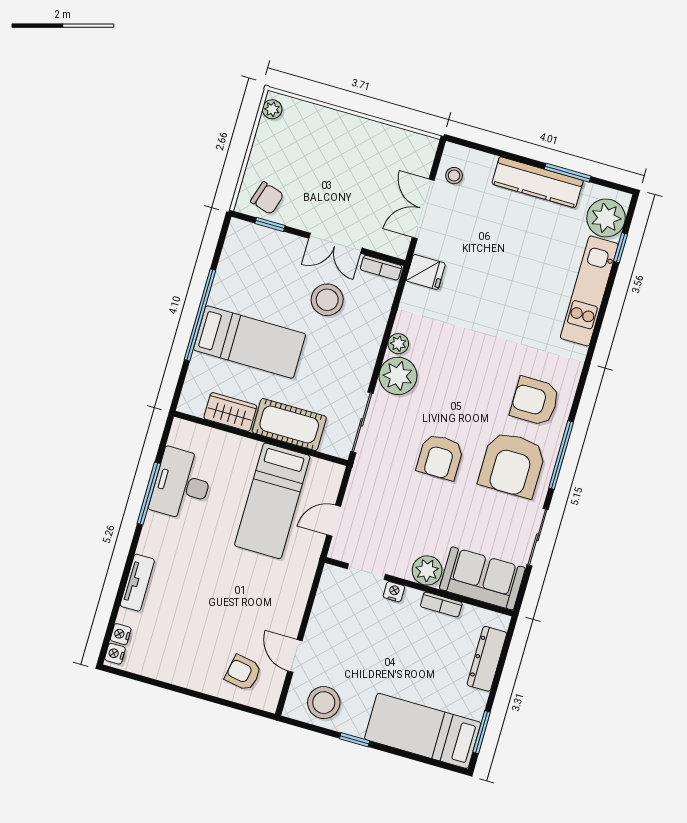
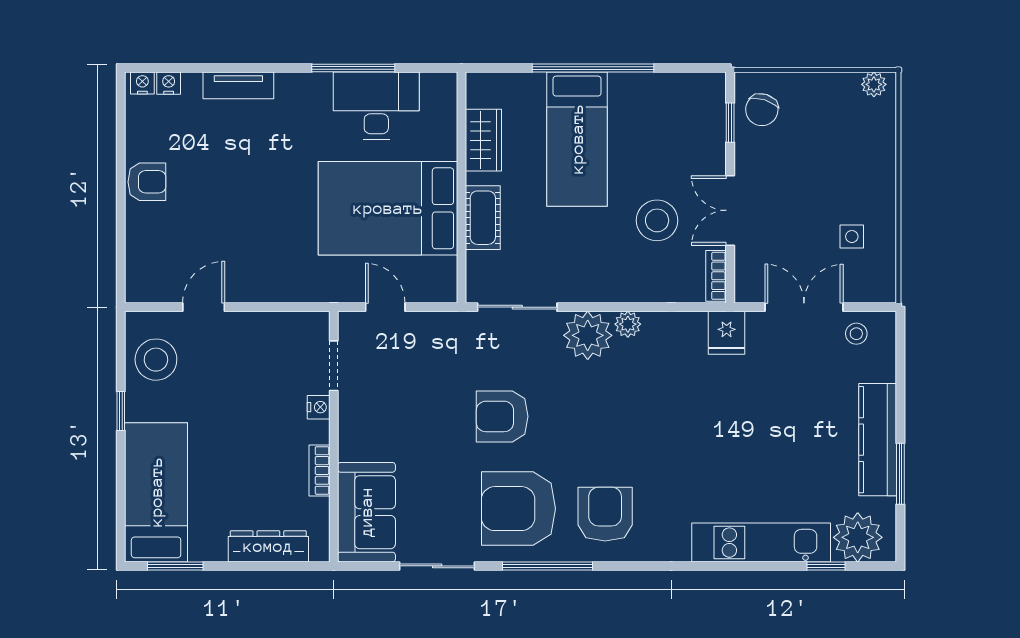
side table: (381, 158) -> (852, 237), added
cot: (289, 424) -> (483, 218), width x0.73, depth x0.75
bed: (272, 501) -> (388, 208), width x1.50
plant: (427, 570) -> (357, 441), removed
armchair: (243, 673) -> (147, 182), moved, turned 80

